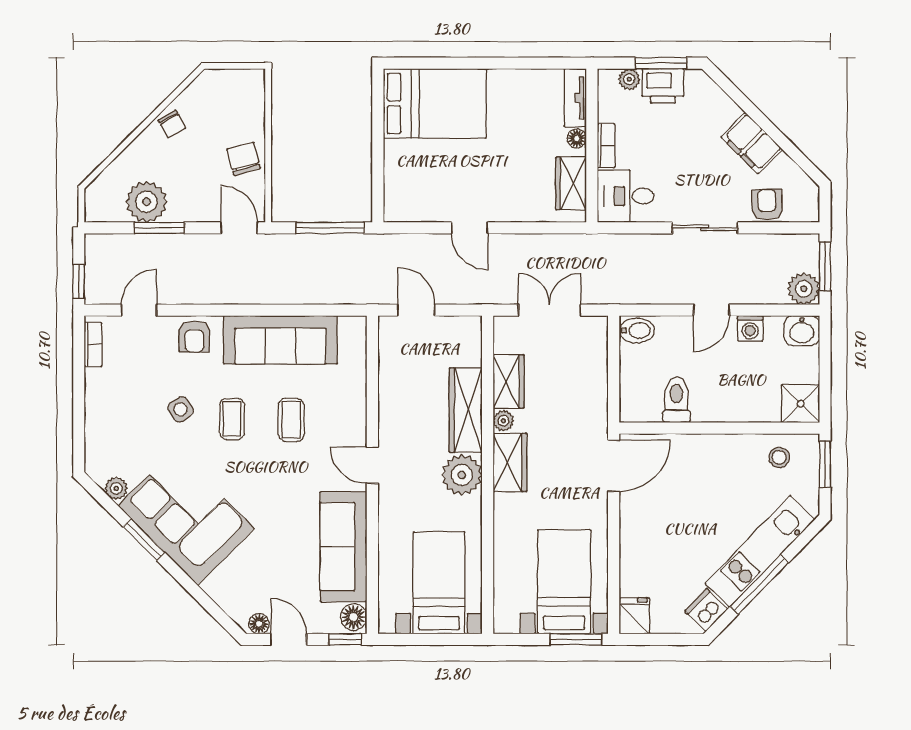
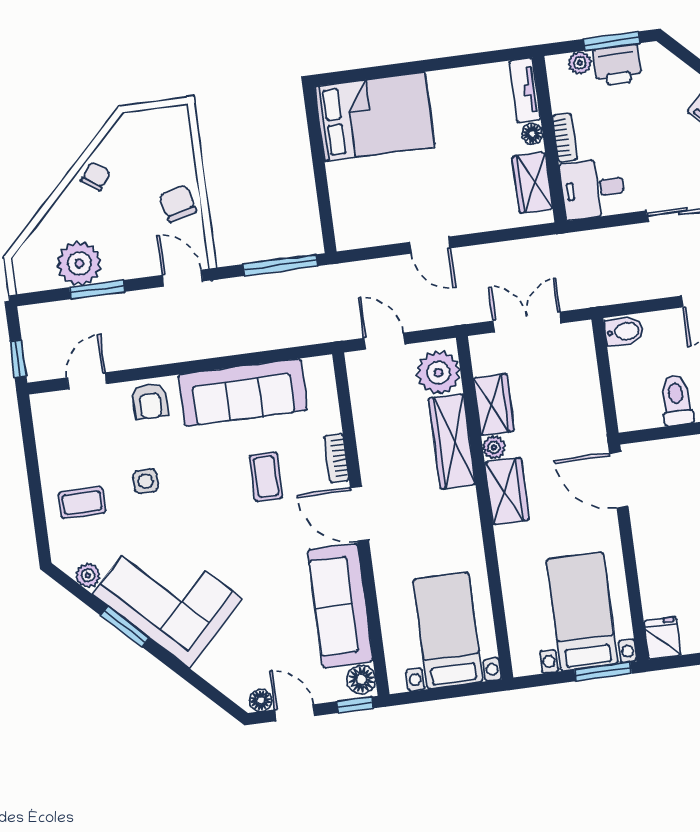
chair: (172, 124) -> (96, 176), turned -115
bookcase: (93, 345) -> (336, 458), moved, turned 180
side table: (181, 409) -> (146, 481), turned 34
coffee table: (232, 419) -> (82, 503), moved, turned 90
door: (372, 465) -> (360, 514), width x1.38
door: (614, 466) -> (619, 480), swing flipped
plant: (462, 475) -> (438, 373), moved

